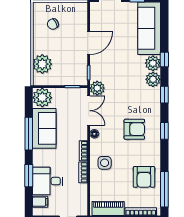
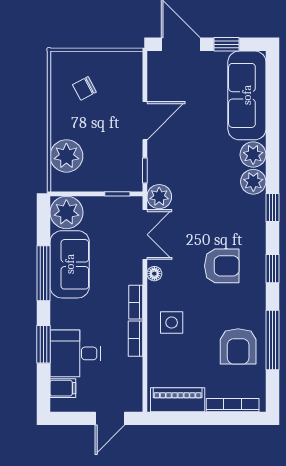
window: (164, 59) -> (272, 148), removed
window: (164, 189) -> (272, 340), moved

